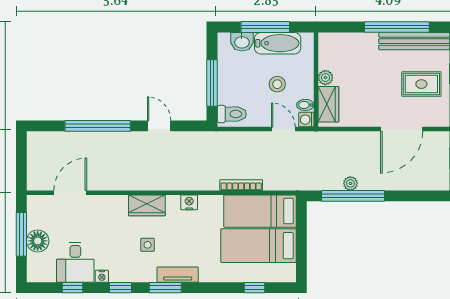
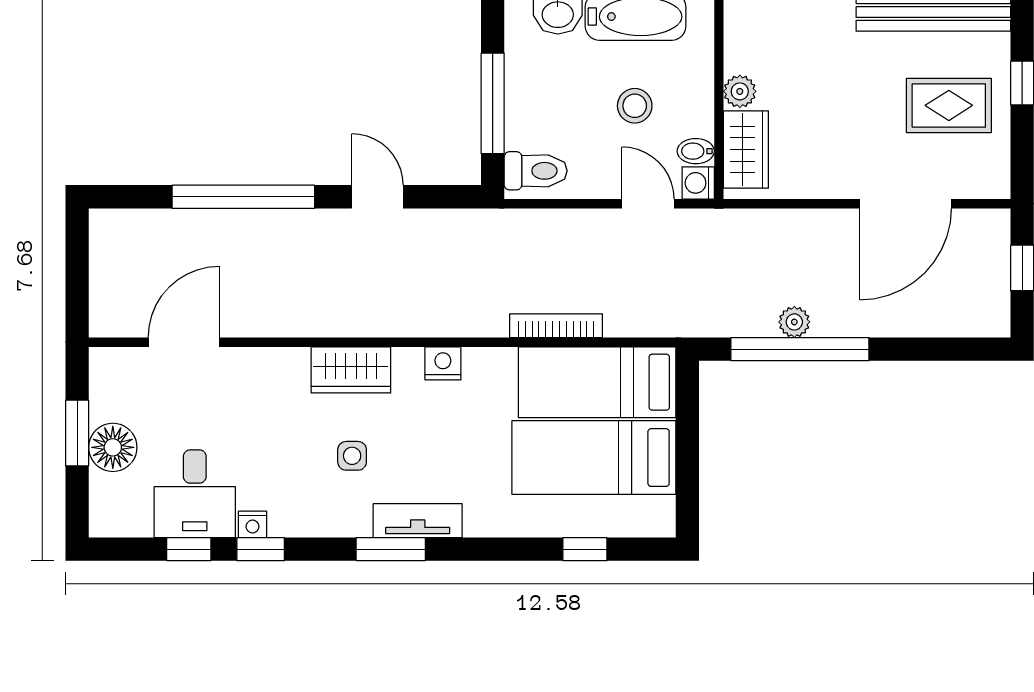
window: (21, 234) -> (77, 433), width x0.69
window: (121, 288) -> (261, 549), moved

